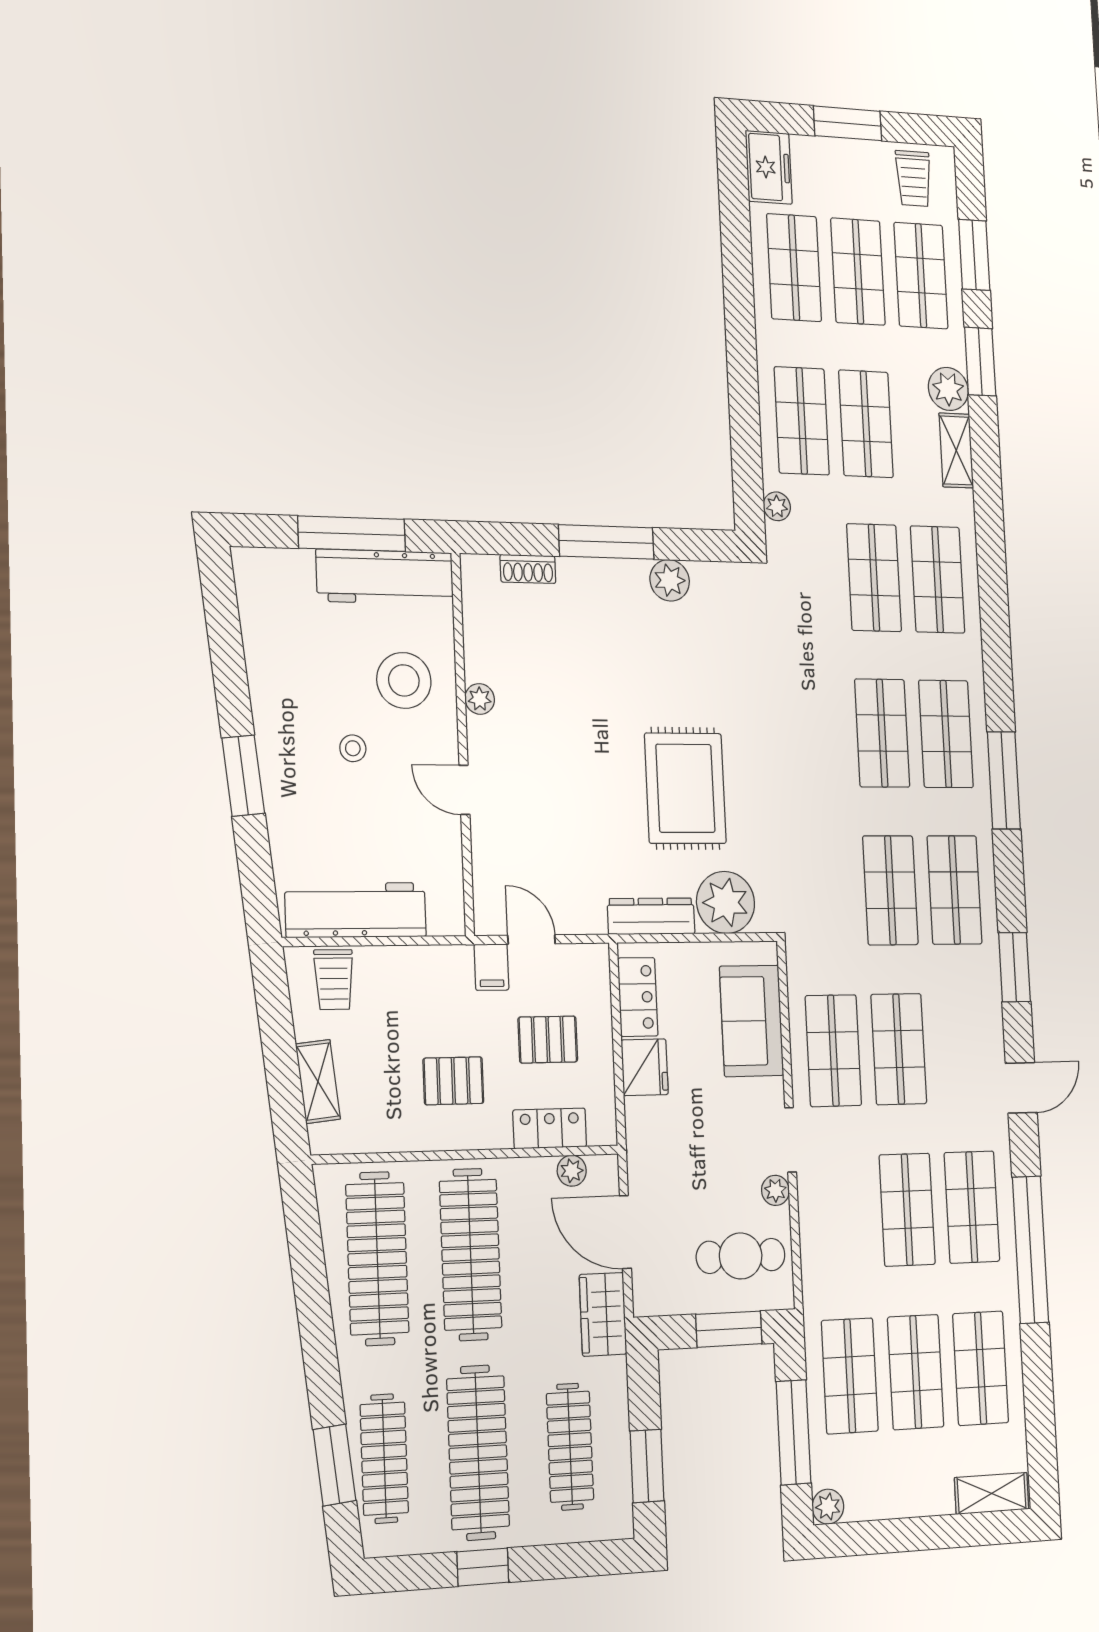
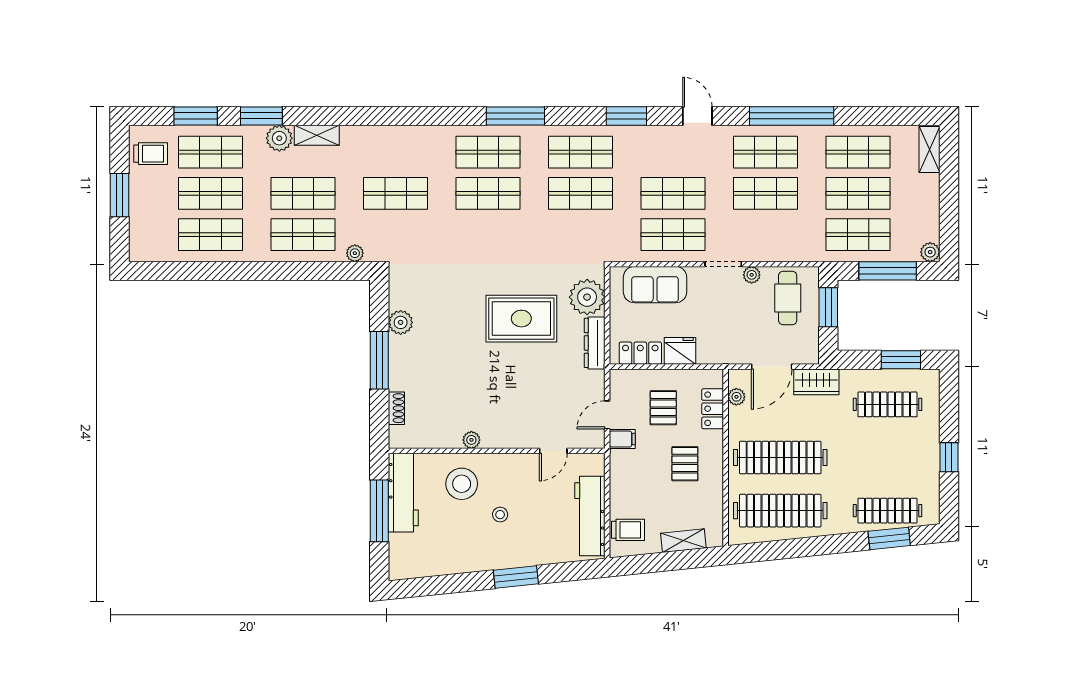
freezer: (769, 167) -> (150, 248), removed
shop shelf: (938, 579) -> (395, 152), removed
door: (464, 790) -> (553, 451), moved
clothes rail: (478, 1453) -> (888, 458), removed

